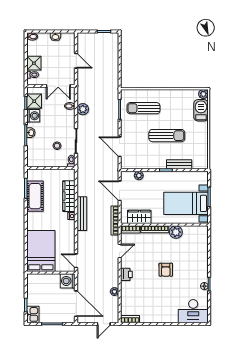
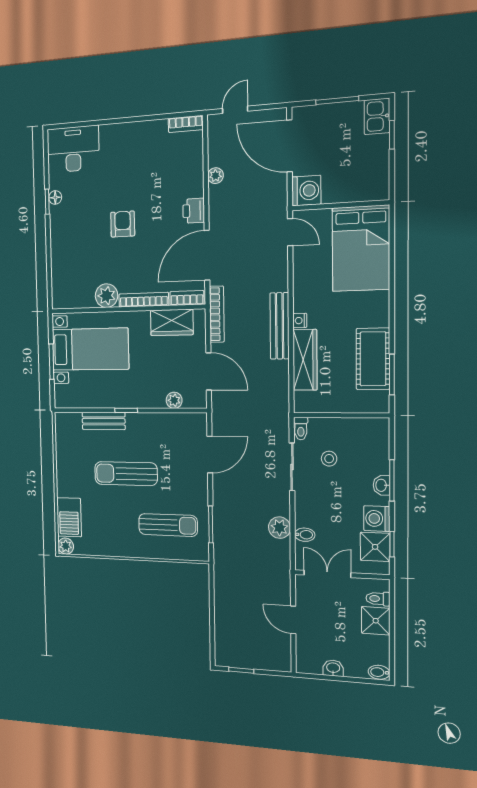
door: (120, 147) -> (210, 455), hinge flipped
door: (120, 251) -> (207, 255), width x1.88

